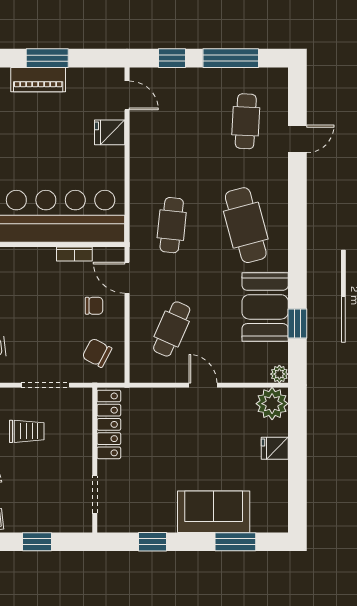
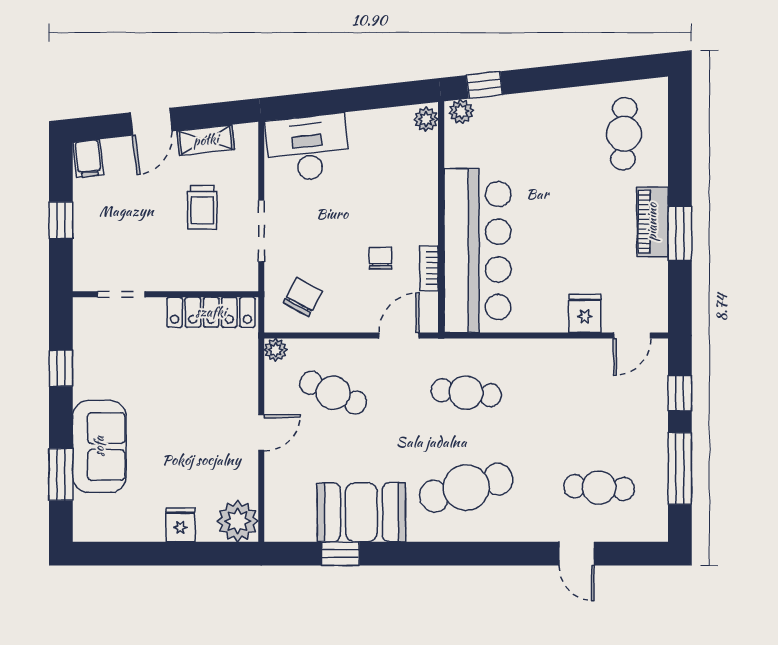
chair: (94, 306) -> (380, 258), moved, turned 180
plant: (279, 374) -> (276, 350), moved

